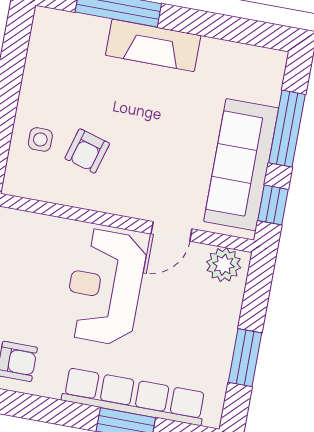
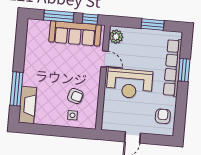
fireplace: (153, 45) -> (28, 105), moved

